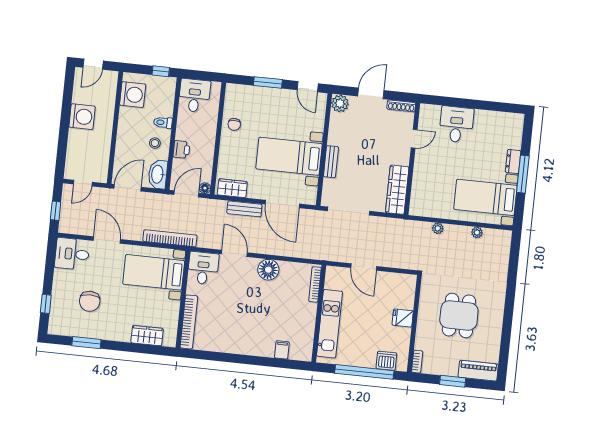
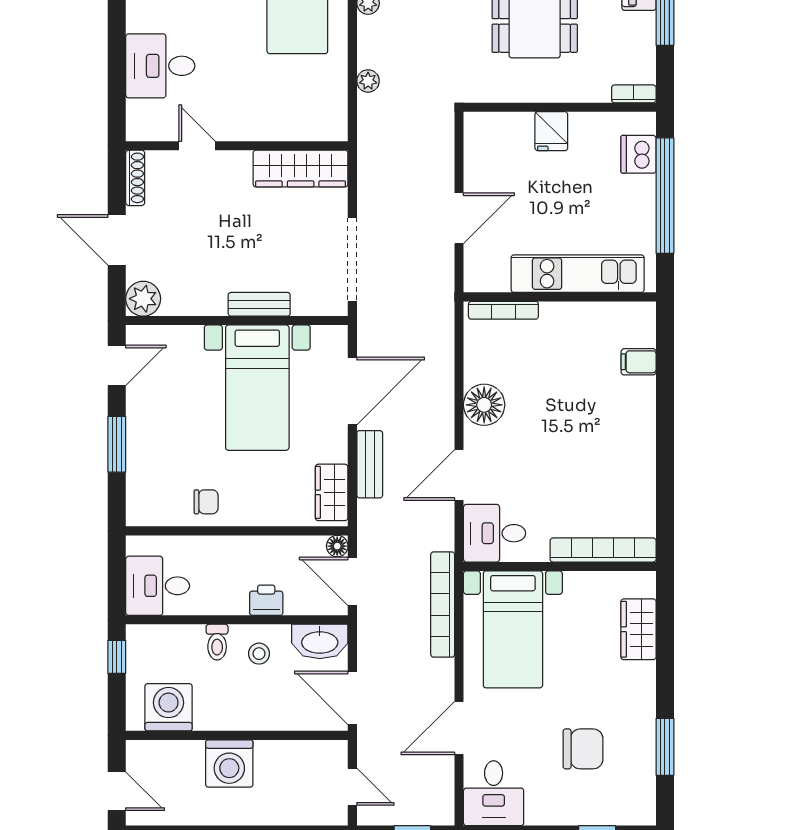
washing machine: (82, 117) -> (229, 763), moved, turned 180

